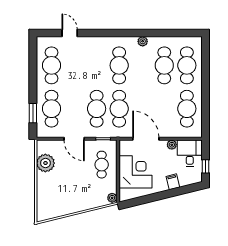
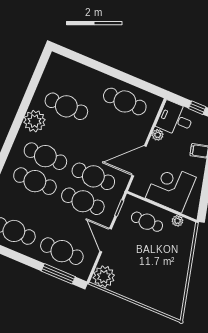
plant: (143, 41) -> (35, 121), width x1.88, depth x1.88
cafe table: (187, 65) -> (35, 181), moved
window: (33, 113) -> (58, 274), width x1.44
door: (74, 139) -> (106, 240), swing flipped
plant: (45, 163) -> (104, 277), moved
plant: (112, 198) -> (177, 221), moved

